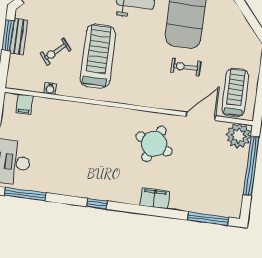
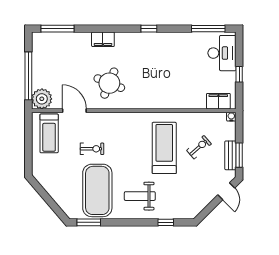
treadmill: (98, 56) -> (164, 148), turned 180
water cooler: (50, 88) -> (231, 117), moved
filing cabinet: (25, 104) -> (218, 101), width x2.00
door: (201, 116) -> (74, 111), swing flipped

